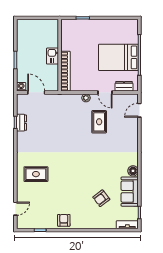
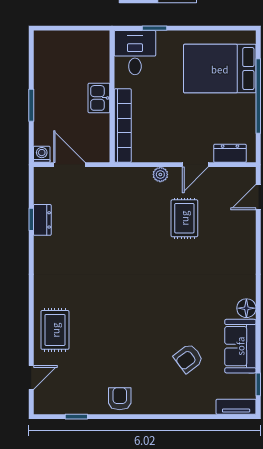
desk: (72, 31) -> (135, 53), added
bed: (118, 57) -> (220, 69), moved
door: (105, 92) -> (195, 165), hinge flipped
rug: (36, 174) -> (55, 330), moved, turned 90

